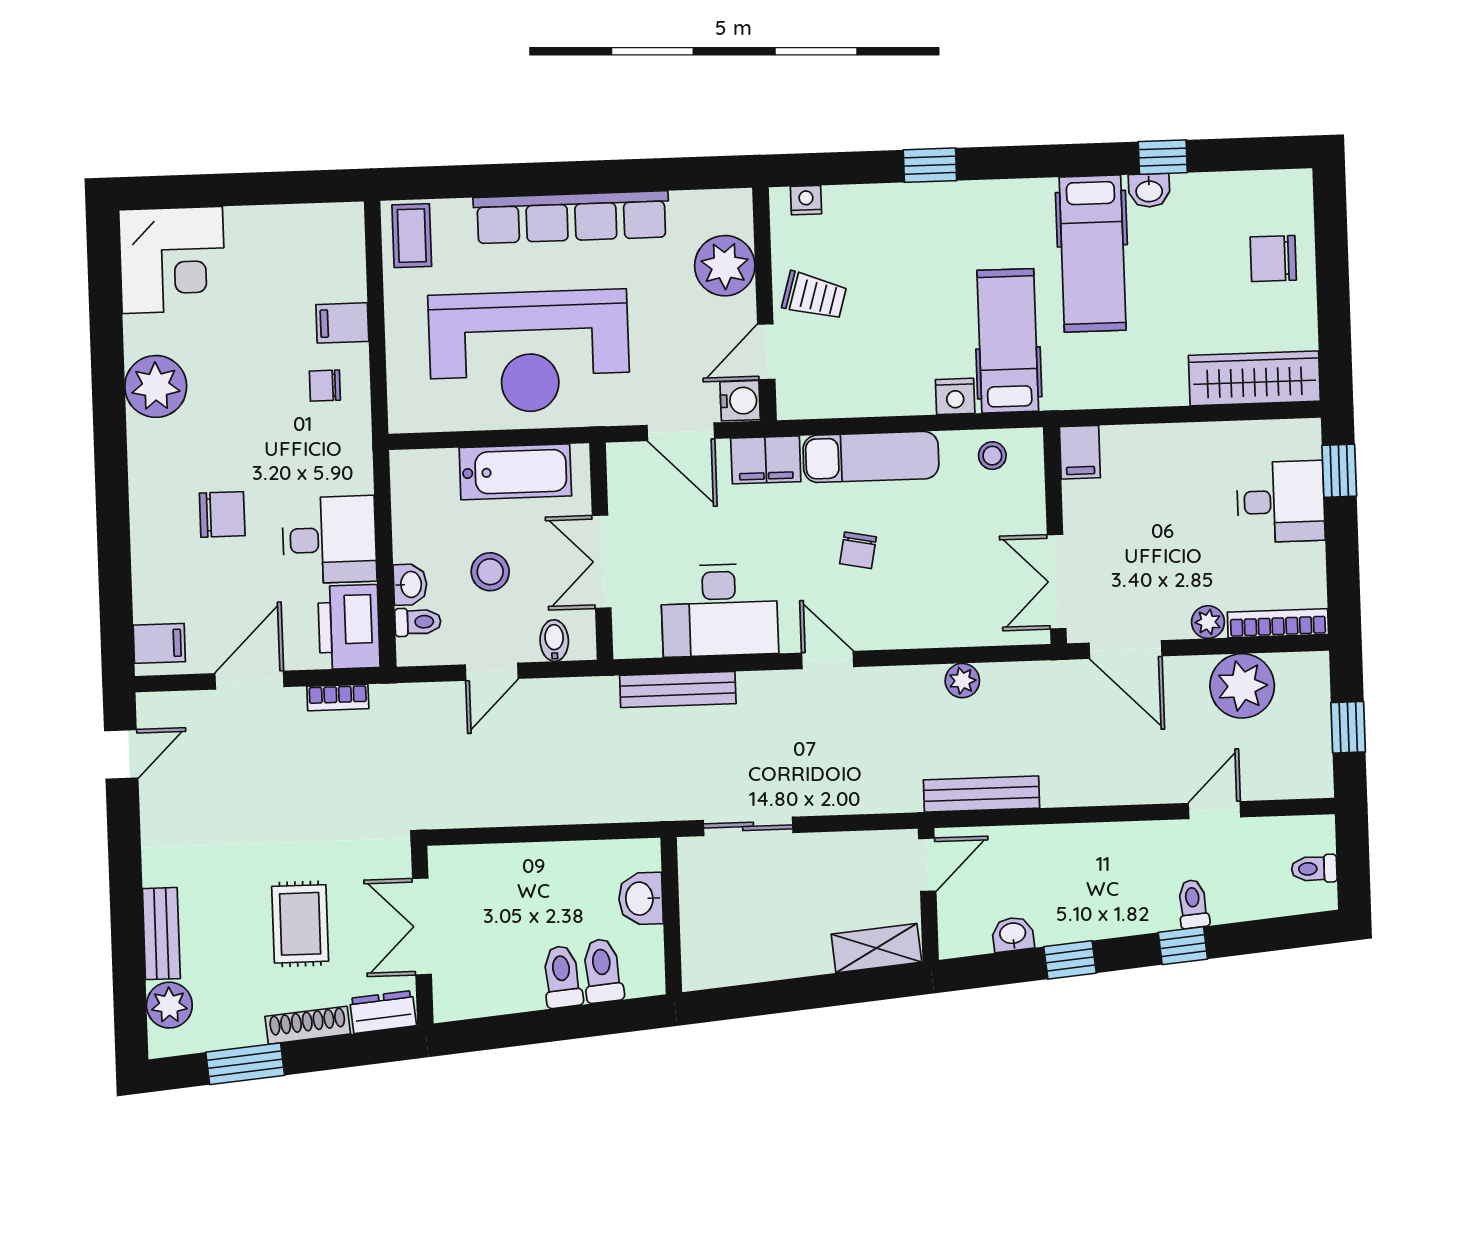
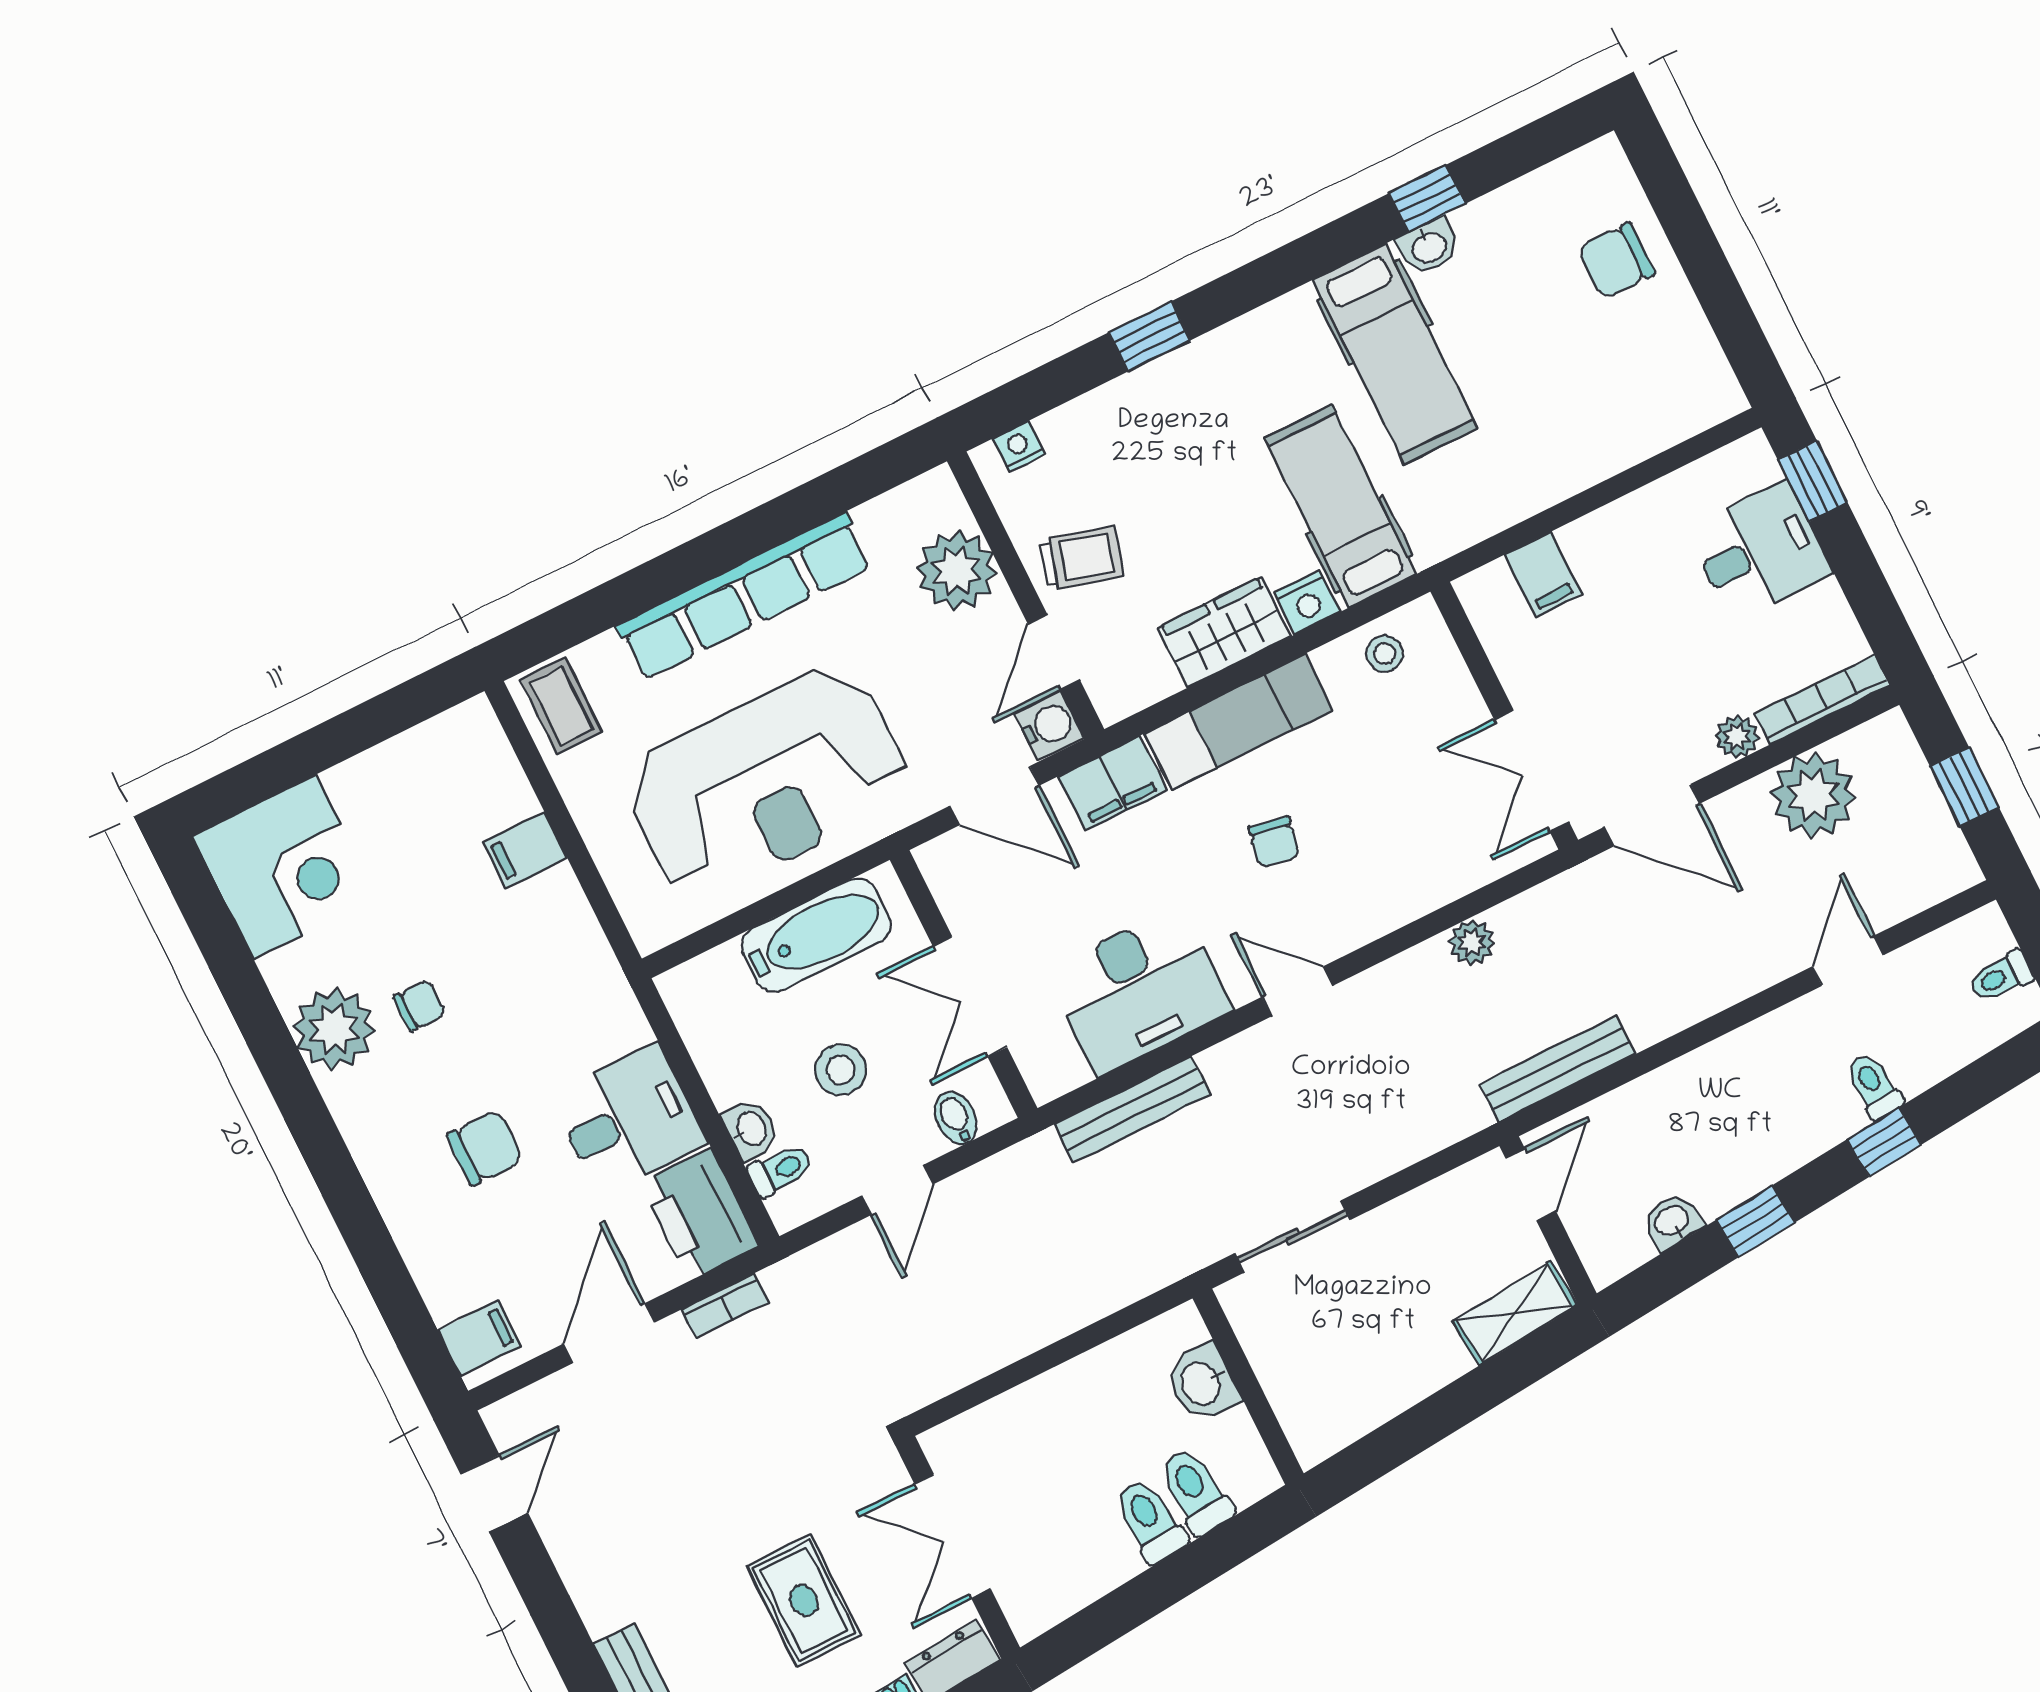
wardrobe: (1254, 378) -> (1224, 632), moved, width x0.67
chair: (325, 386) -> (420, 1006), moved, turned 180
filing cabinet: (1080, 452) -> (1543, 574), moved

